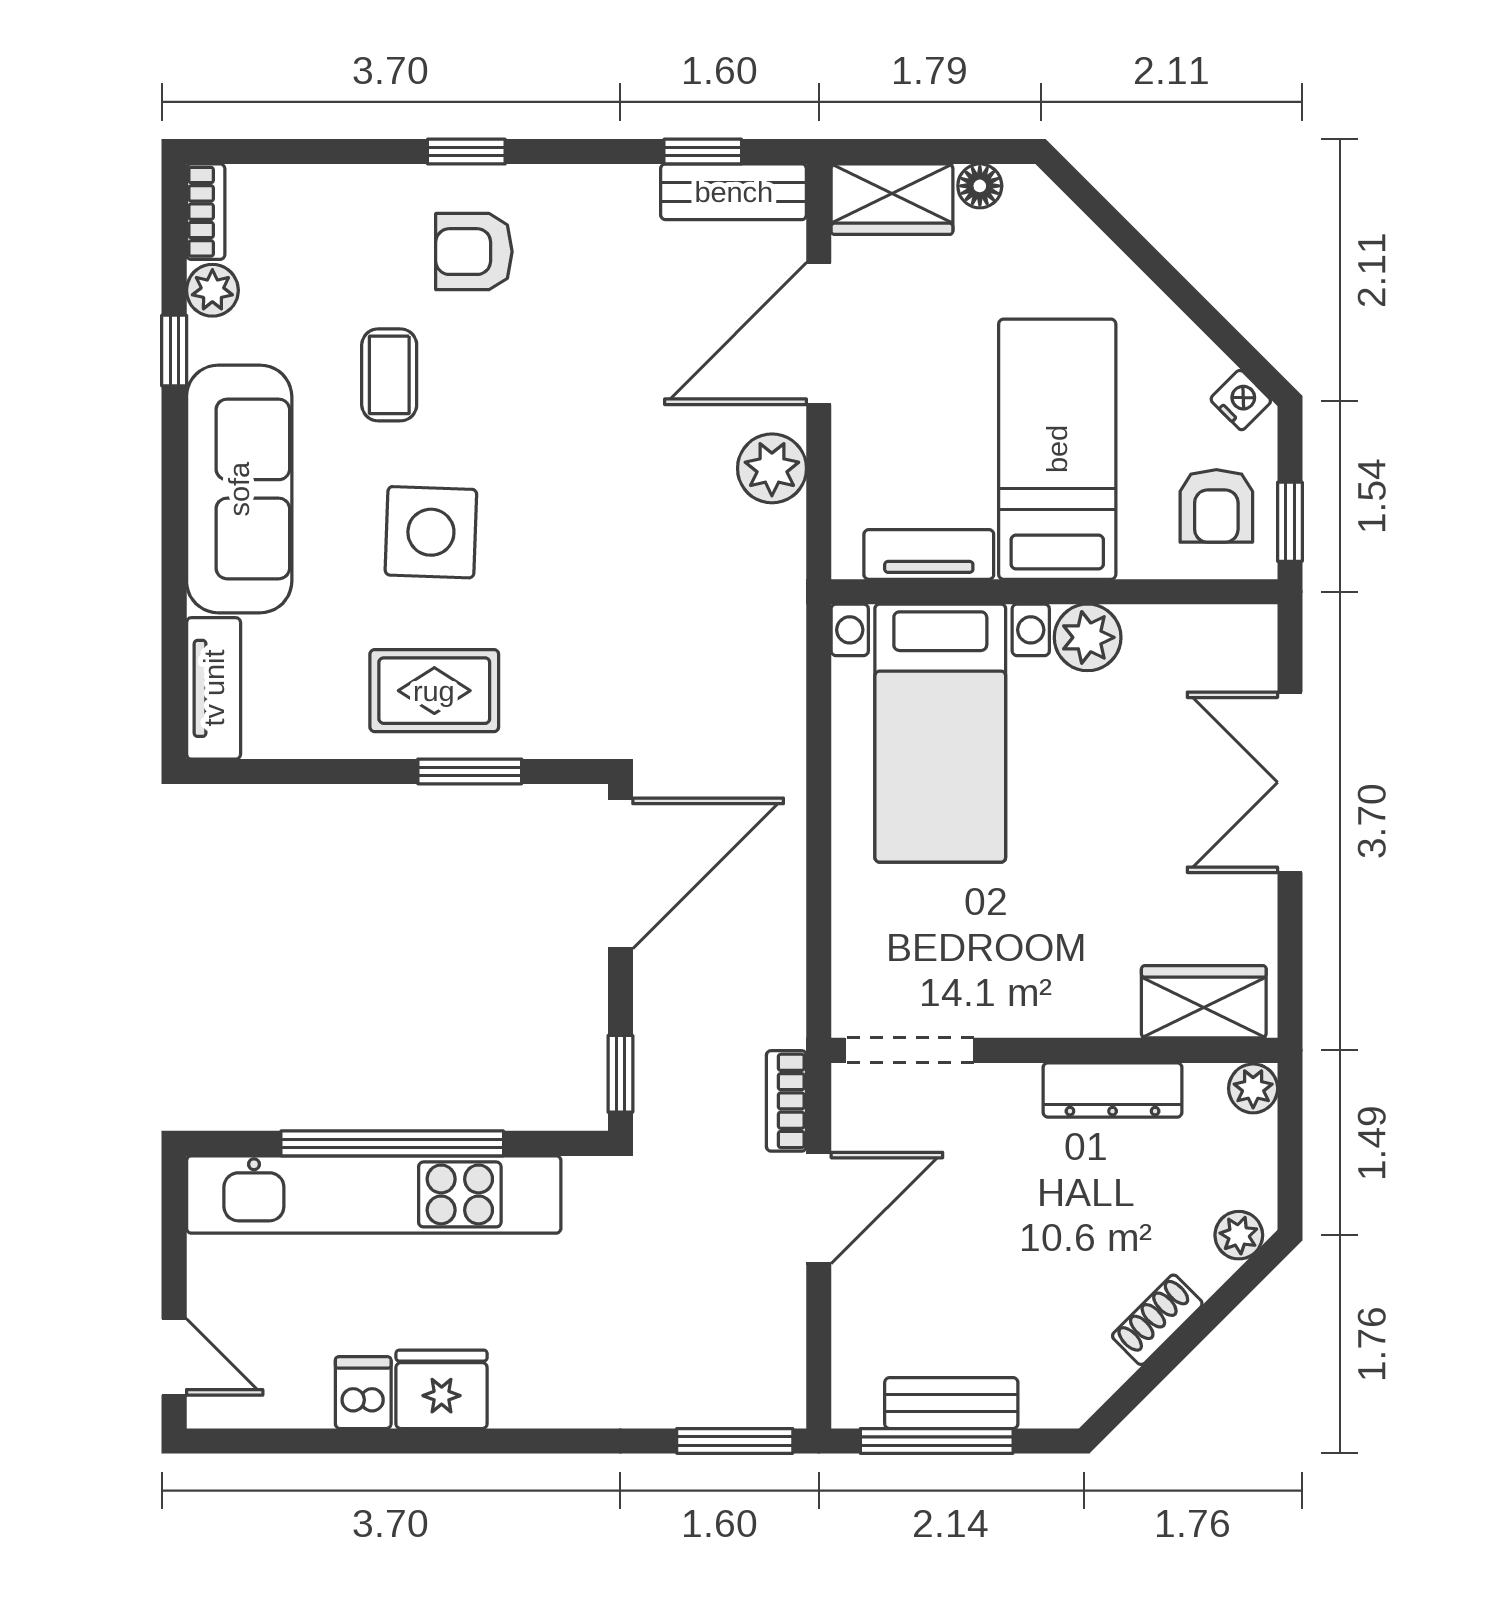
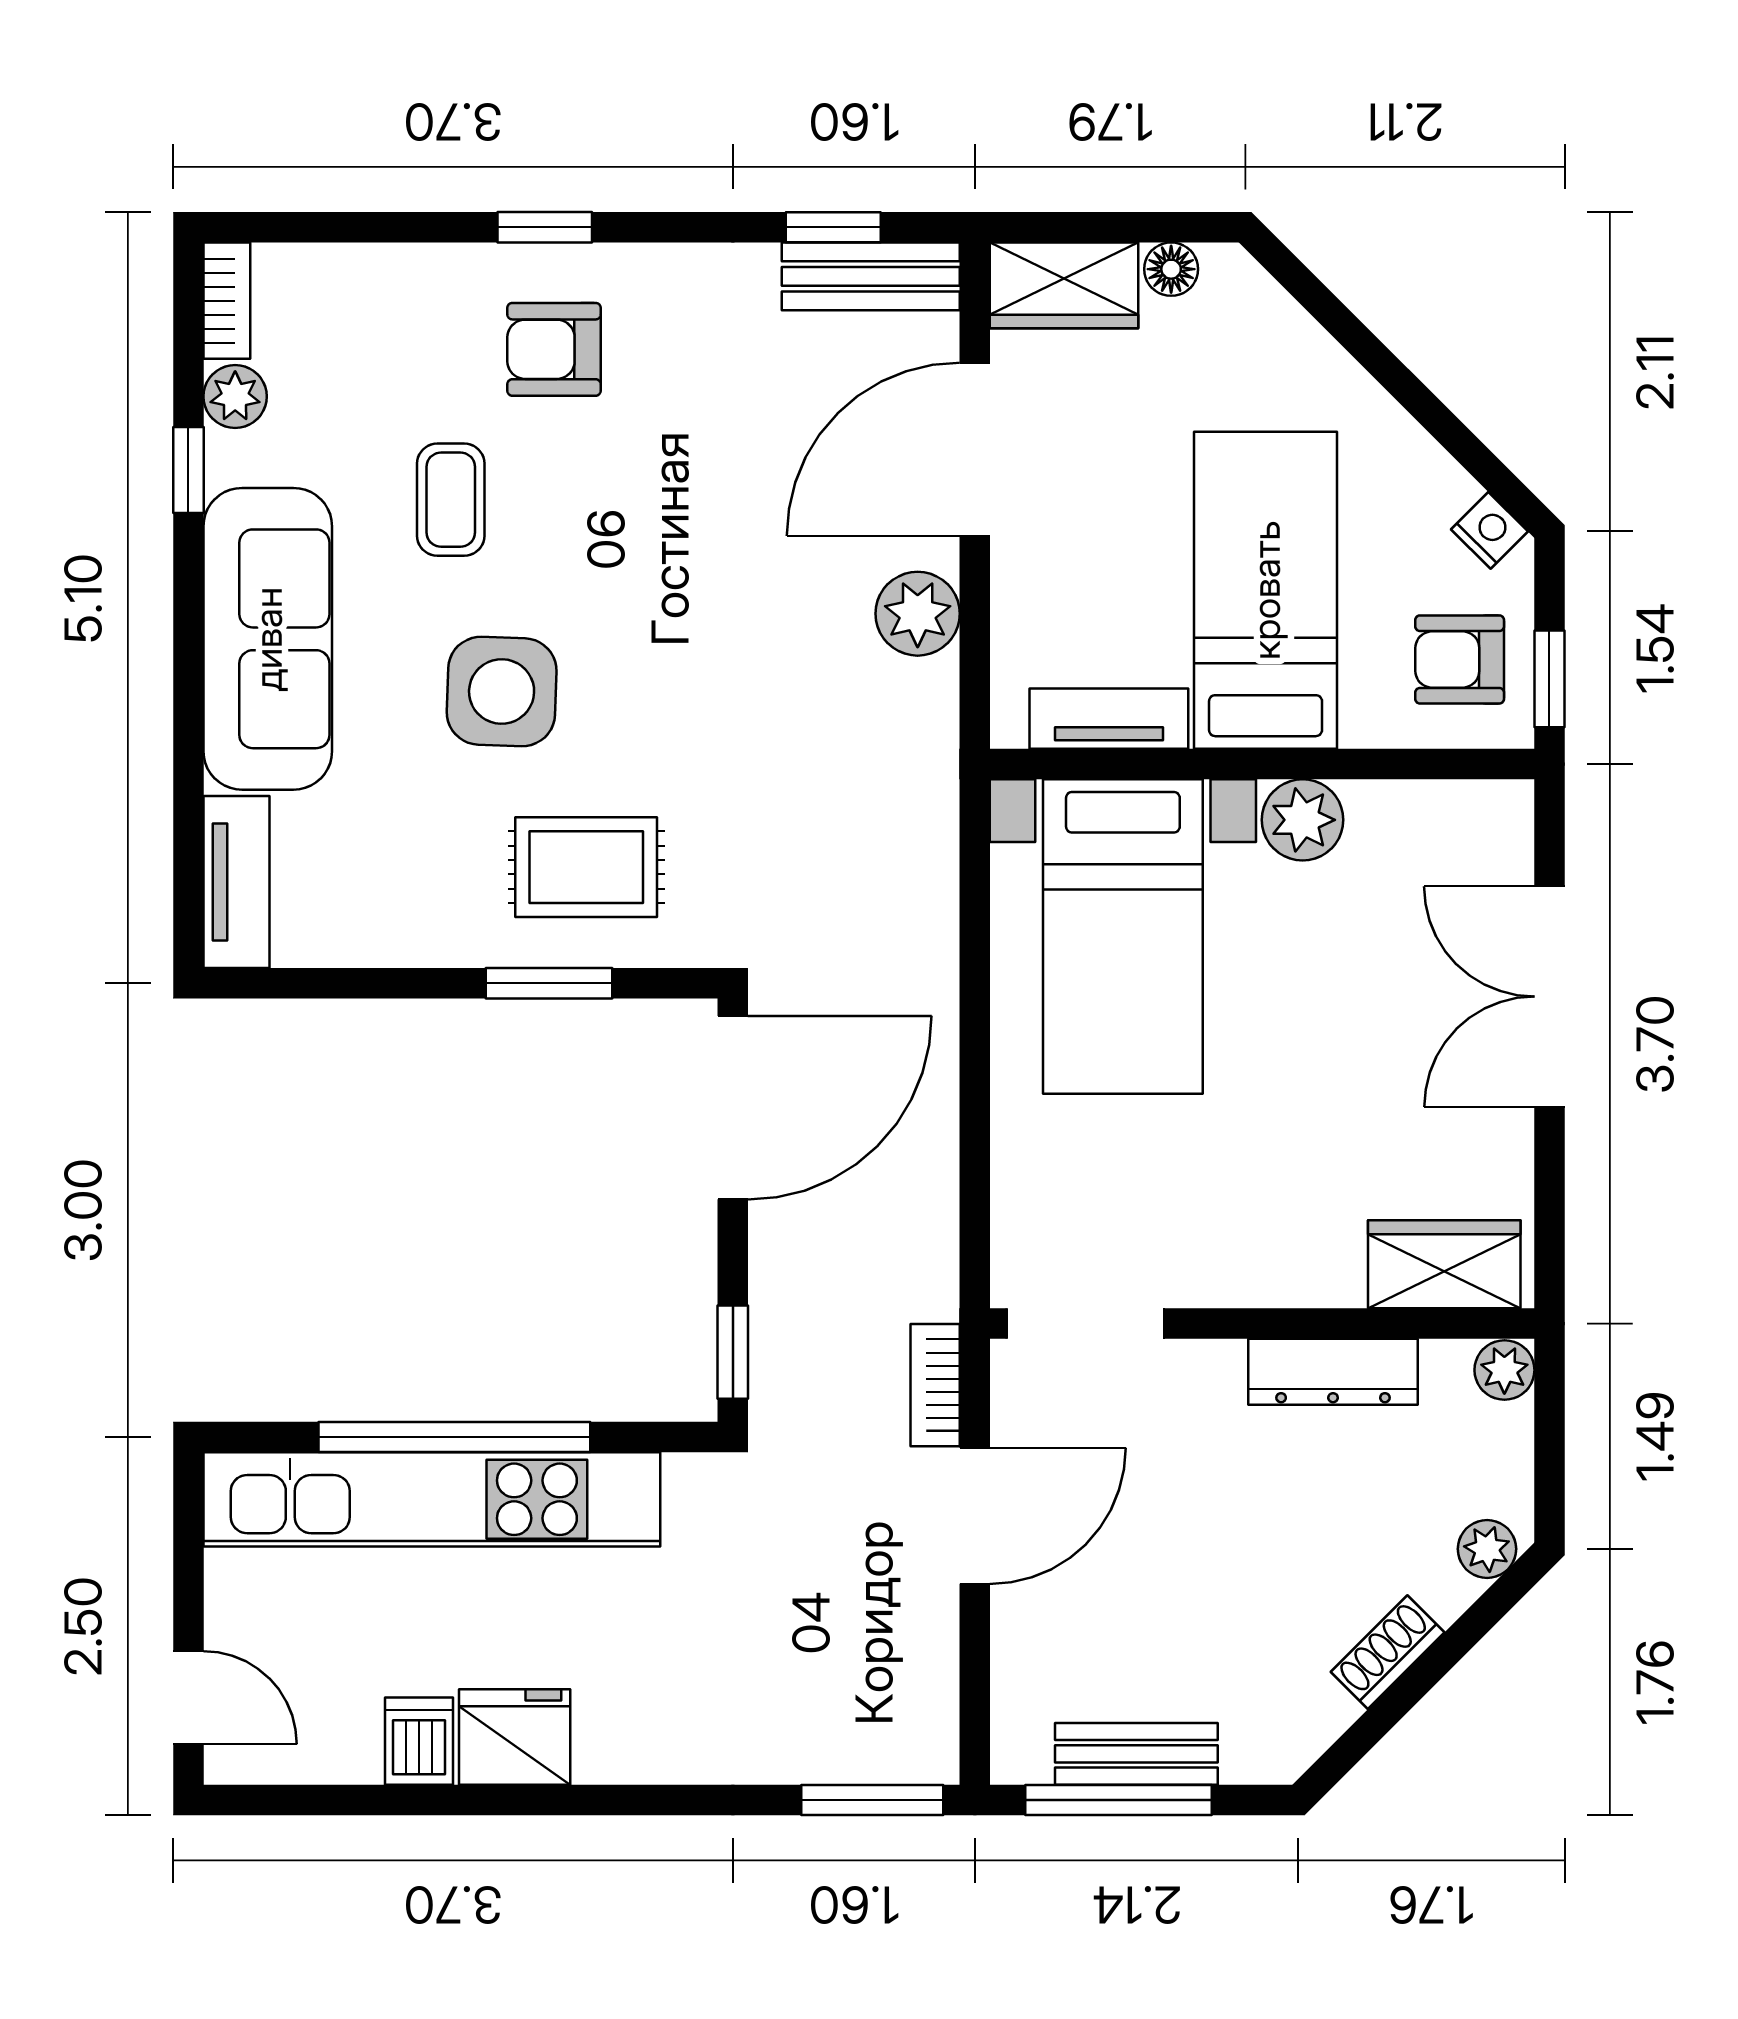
armchair: (1216, 506) -> (1460, 659), turned 90
rug: (434, 691) -> (586, 867), moved

